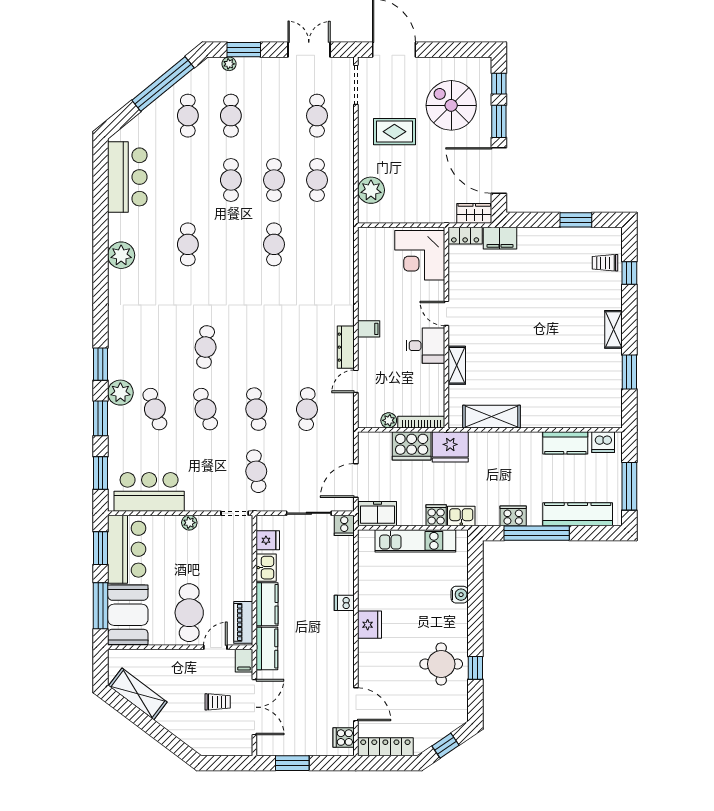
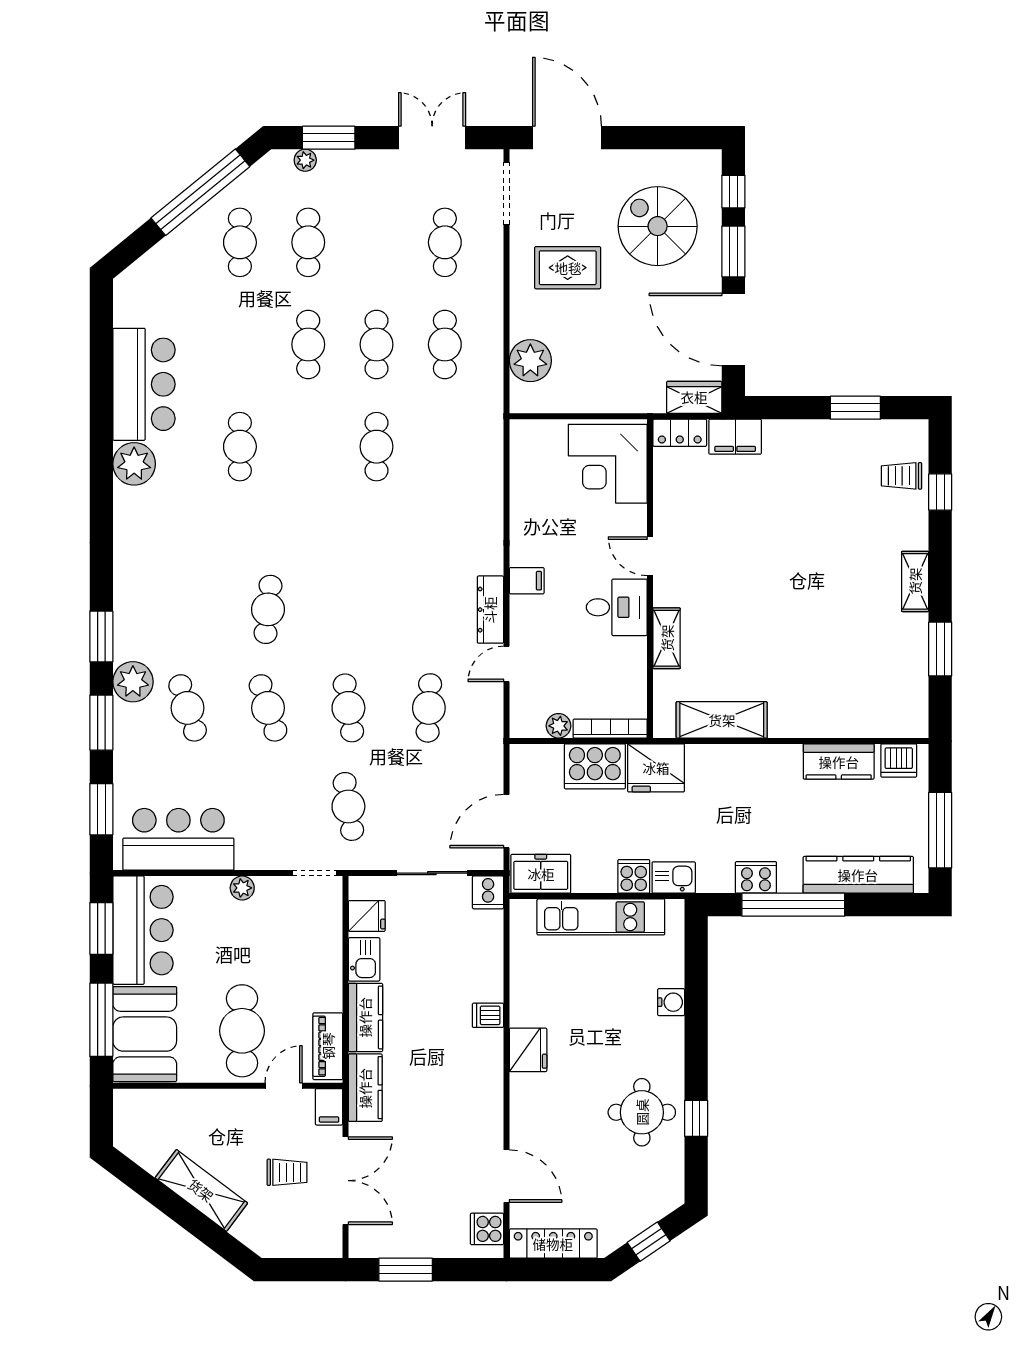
bar counter: (127, 177) -> (144, 384), moved
shelving: (138, 694) -> (201, 1190), moved

